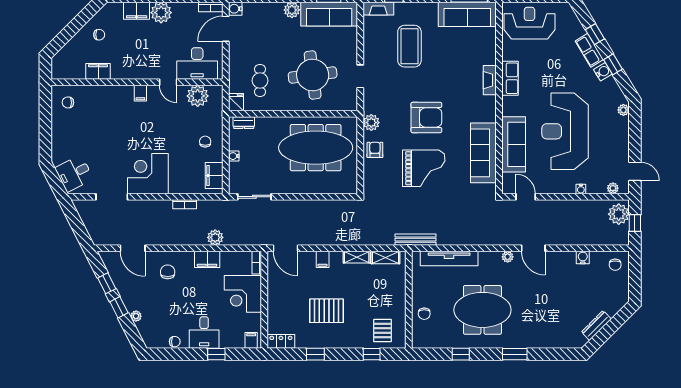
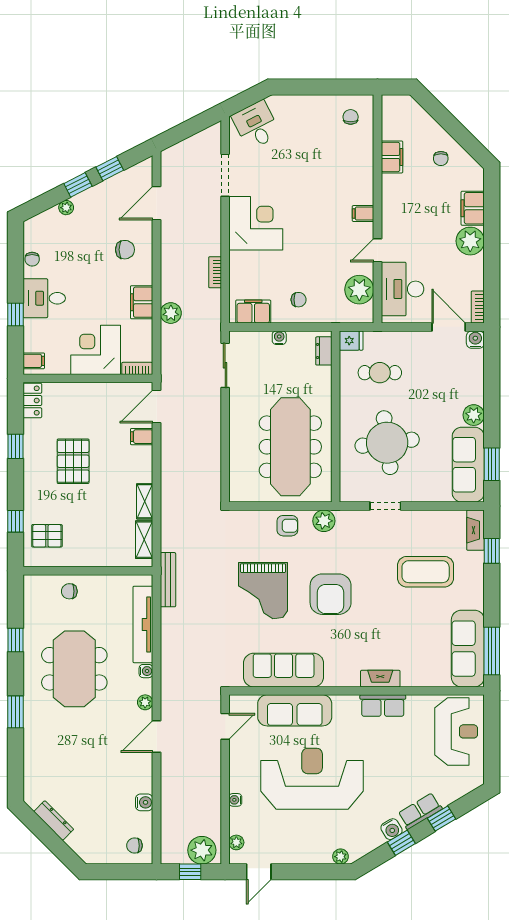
water cooler: (484, 256) -> (146, 671), added
filing cabinet: (323, 259) -> (142, 437), moved

